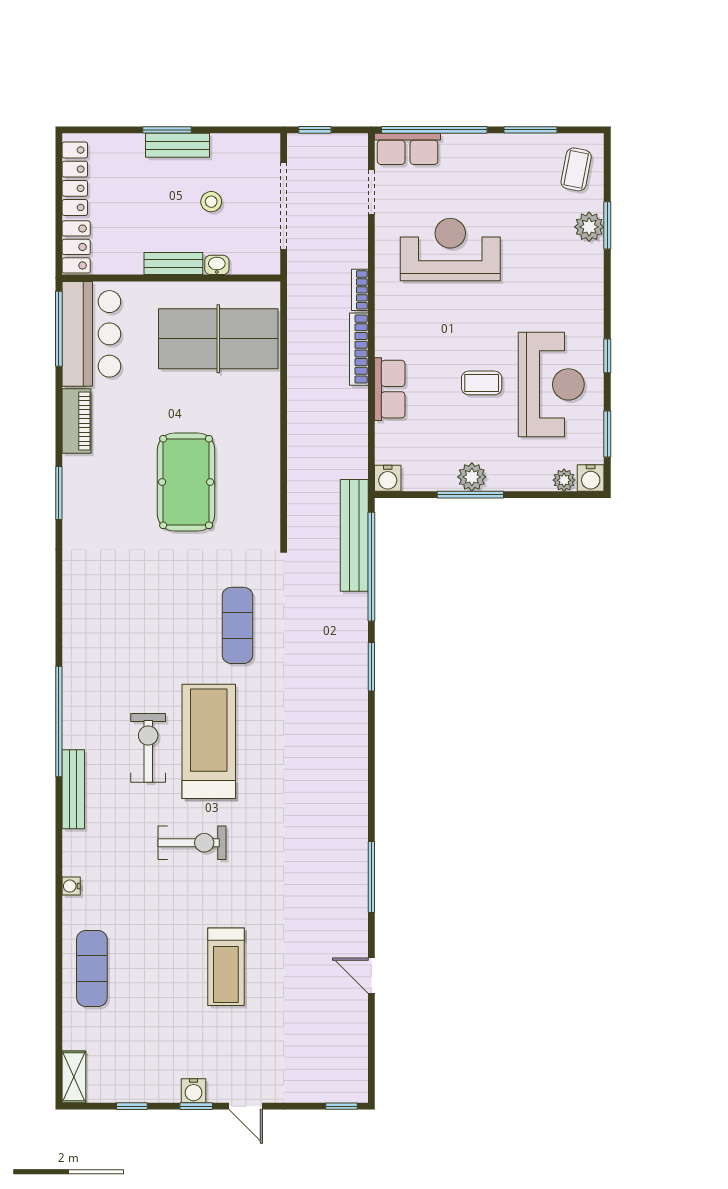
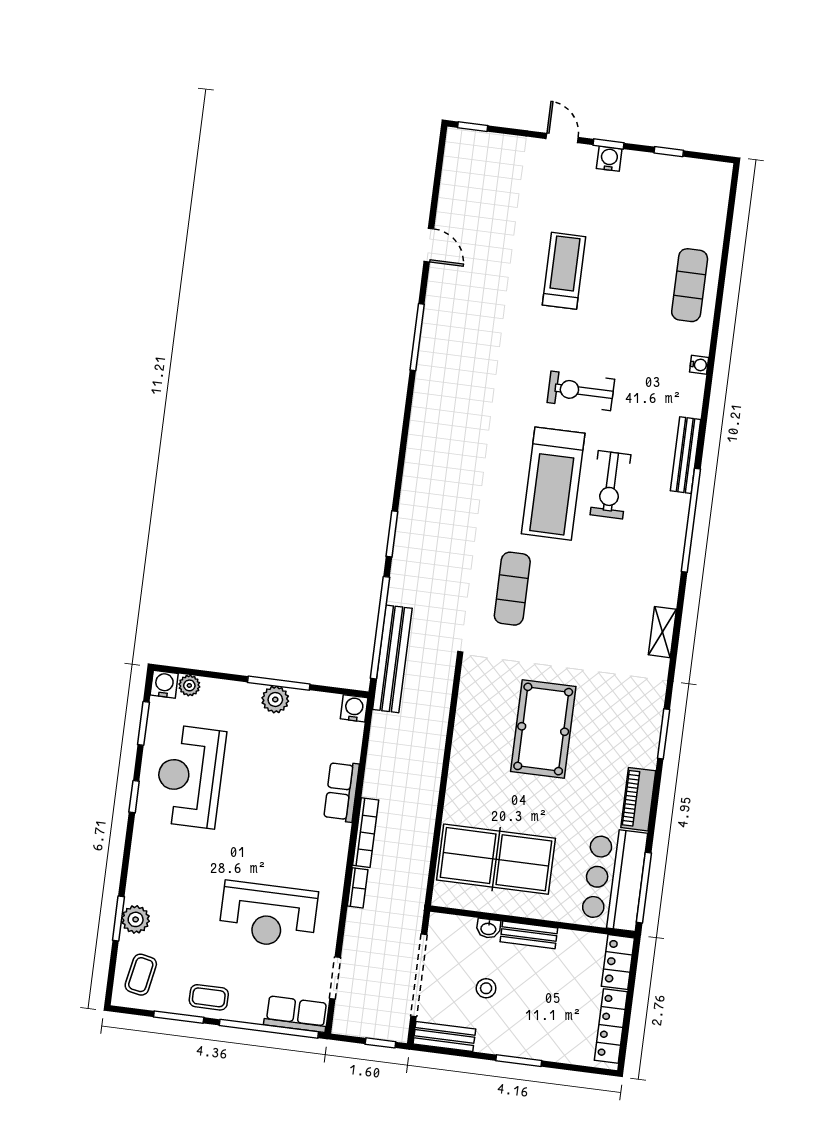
bench: (177, 145) -> (444, 1036), moved
coffee table: (482, 383) -> (209, 997), moved
shelving: (74, 1077) -> (662, 632), moved

